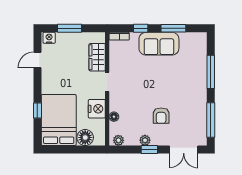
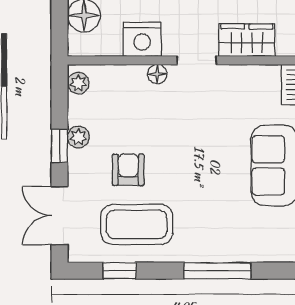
coffee table: (188, 112) -> (137, 224), added
armchair: (161, 116) -> (128, 170), turned 90
floor lamp: (114, 117) -> (157, 74), moved
window: (211, 120) -> (119, 271), width x0.46

